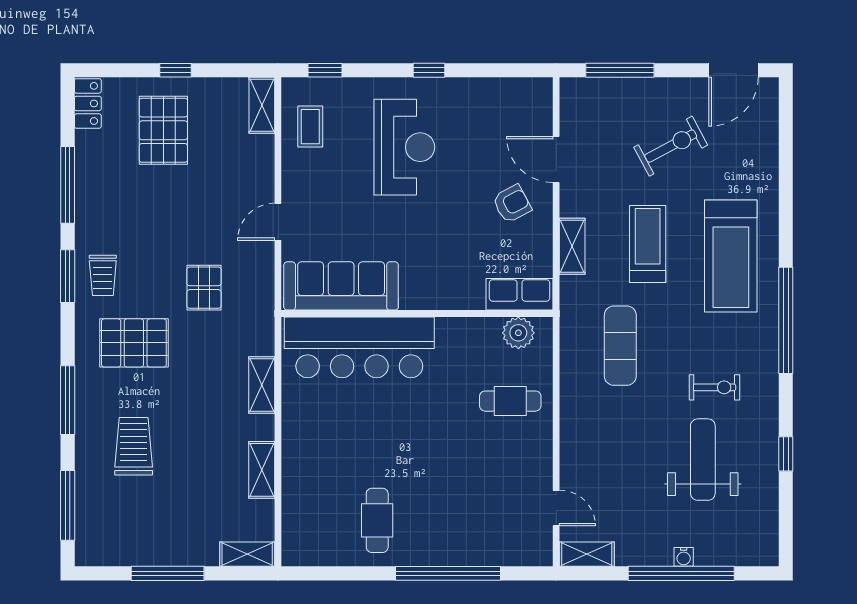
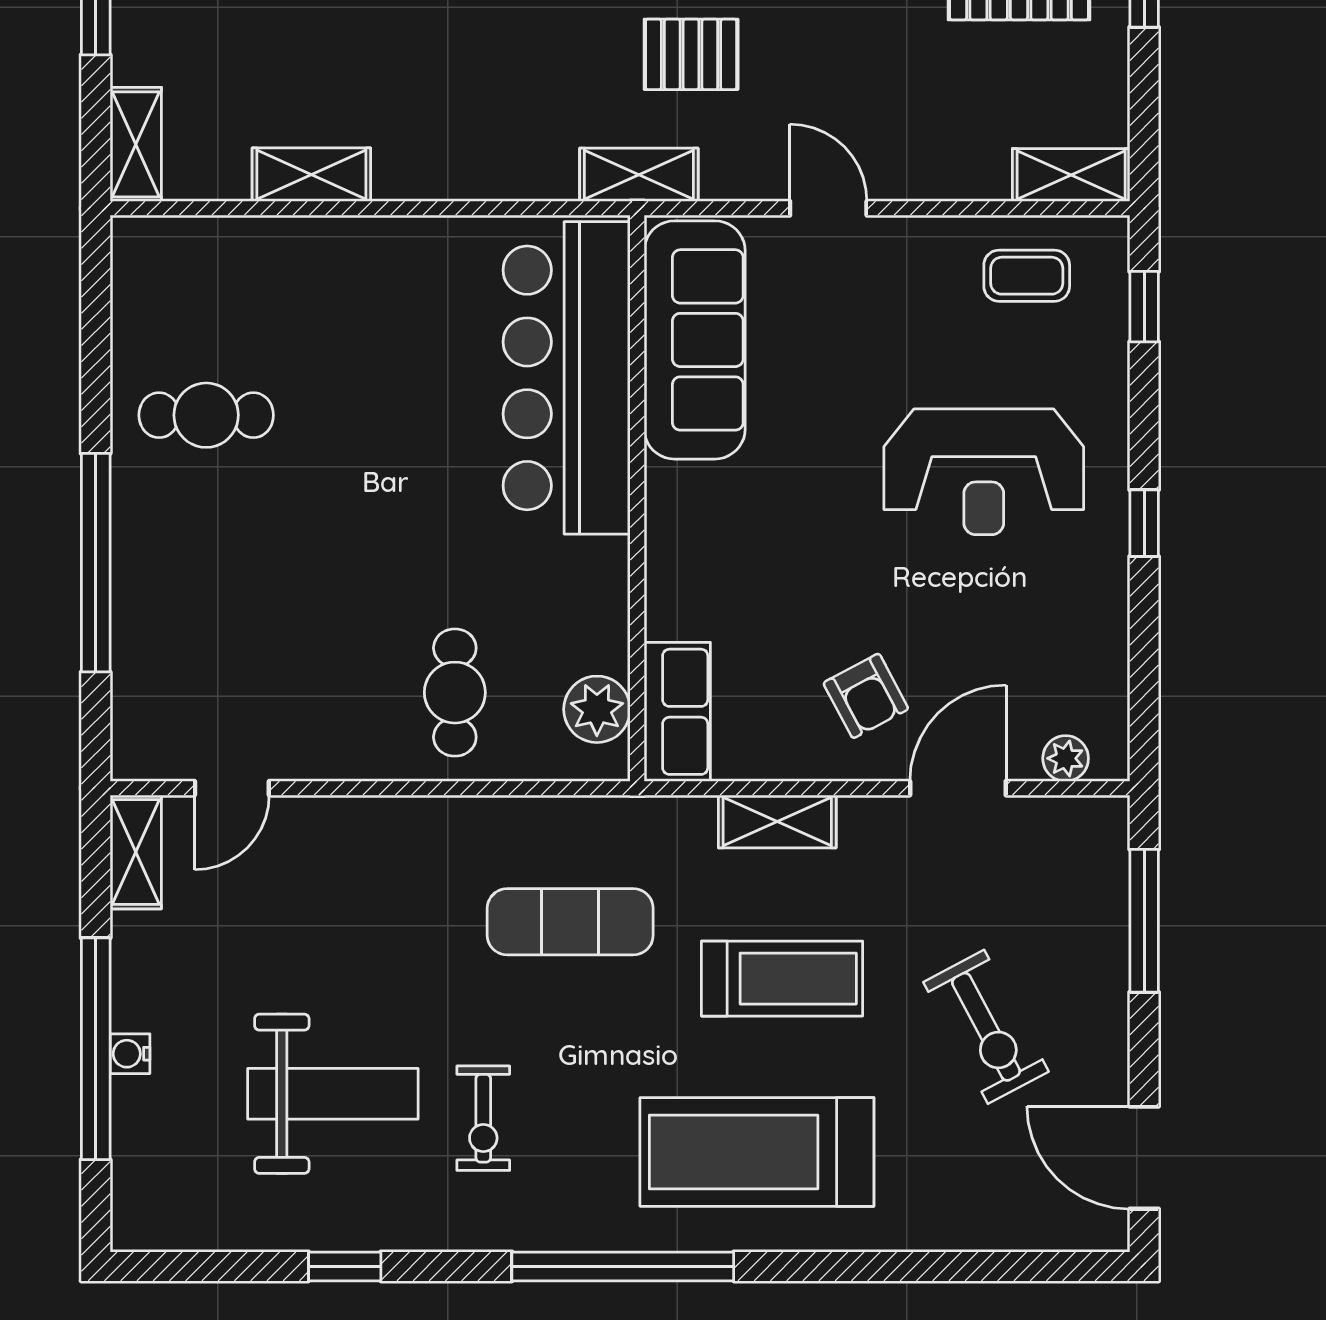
plant: (542, 108) -> (1066, 758), added
shelving: (262, 385) -> (639, 175), moved

